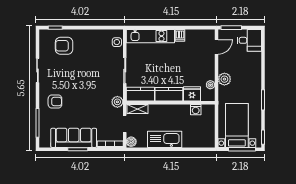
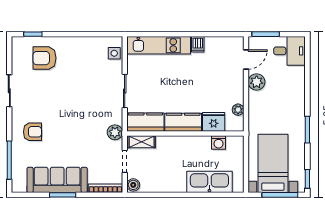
plant: (224, 79) -> (257, 82), moved
kitchen sink: (165, 139) -> (209, 182), moved

